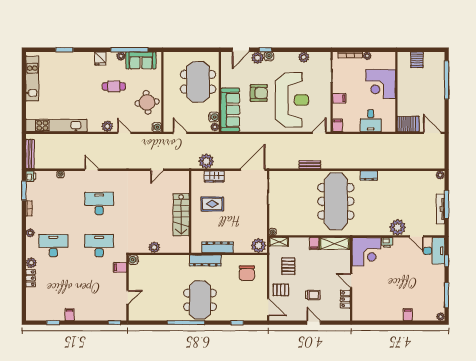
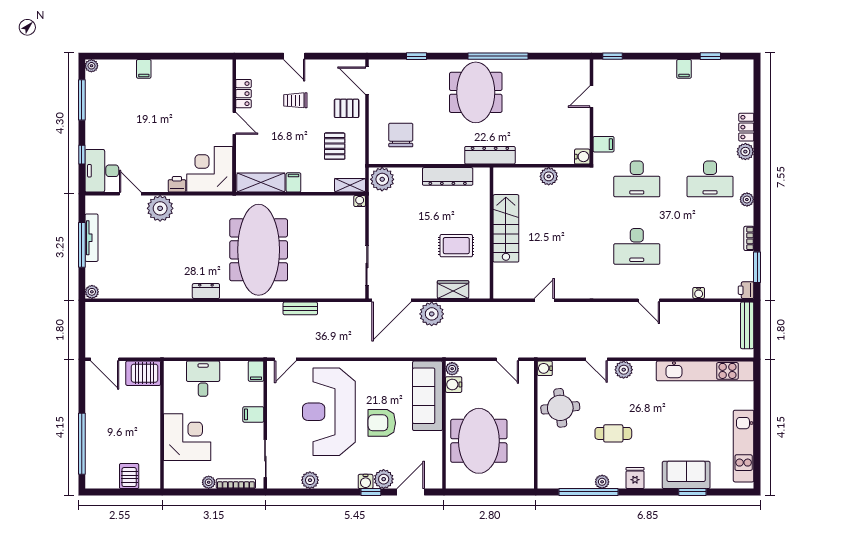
sofa: (141, 60) -> (686, 475), moved
plant: (206, 161) -> (432, 314), moved
dresser: (205, 261) -> (490, 155), moved

